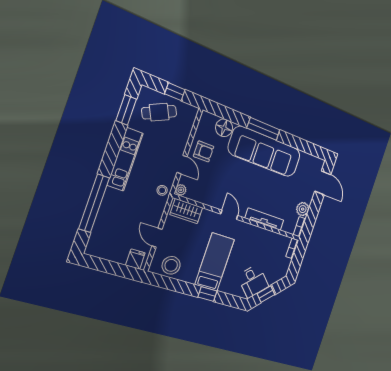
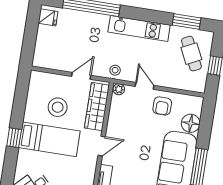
door: (182, 165) -> (145, 86), swing flipped
wardrobe: (186, 211) -> (97, 107), width x1.50
door: (157, 238) -> (81, 76), moved
fridge: (135, 259) -> (48, 17), moved
stool: (171, 265) -> (58, 107), moved

